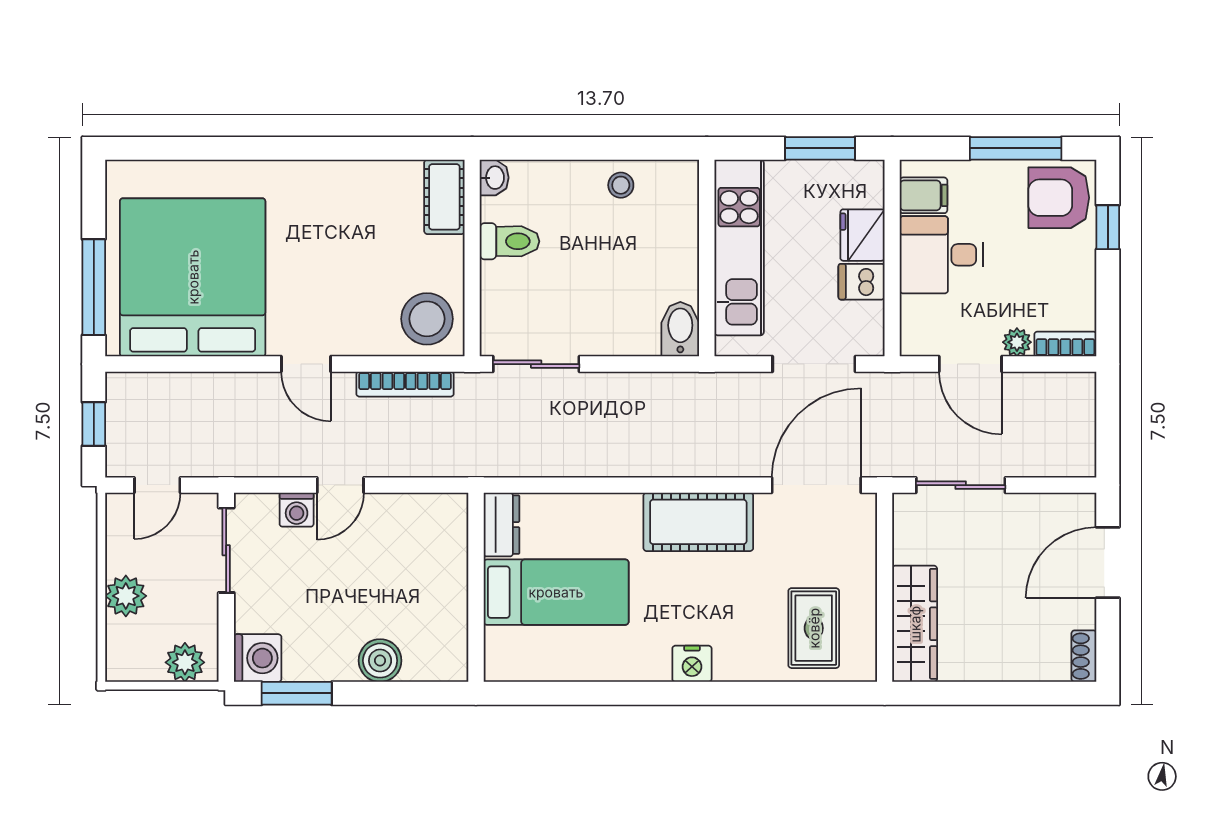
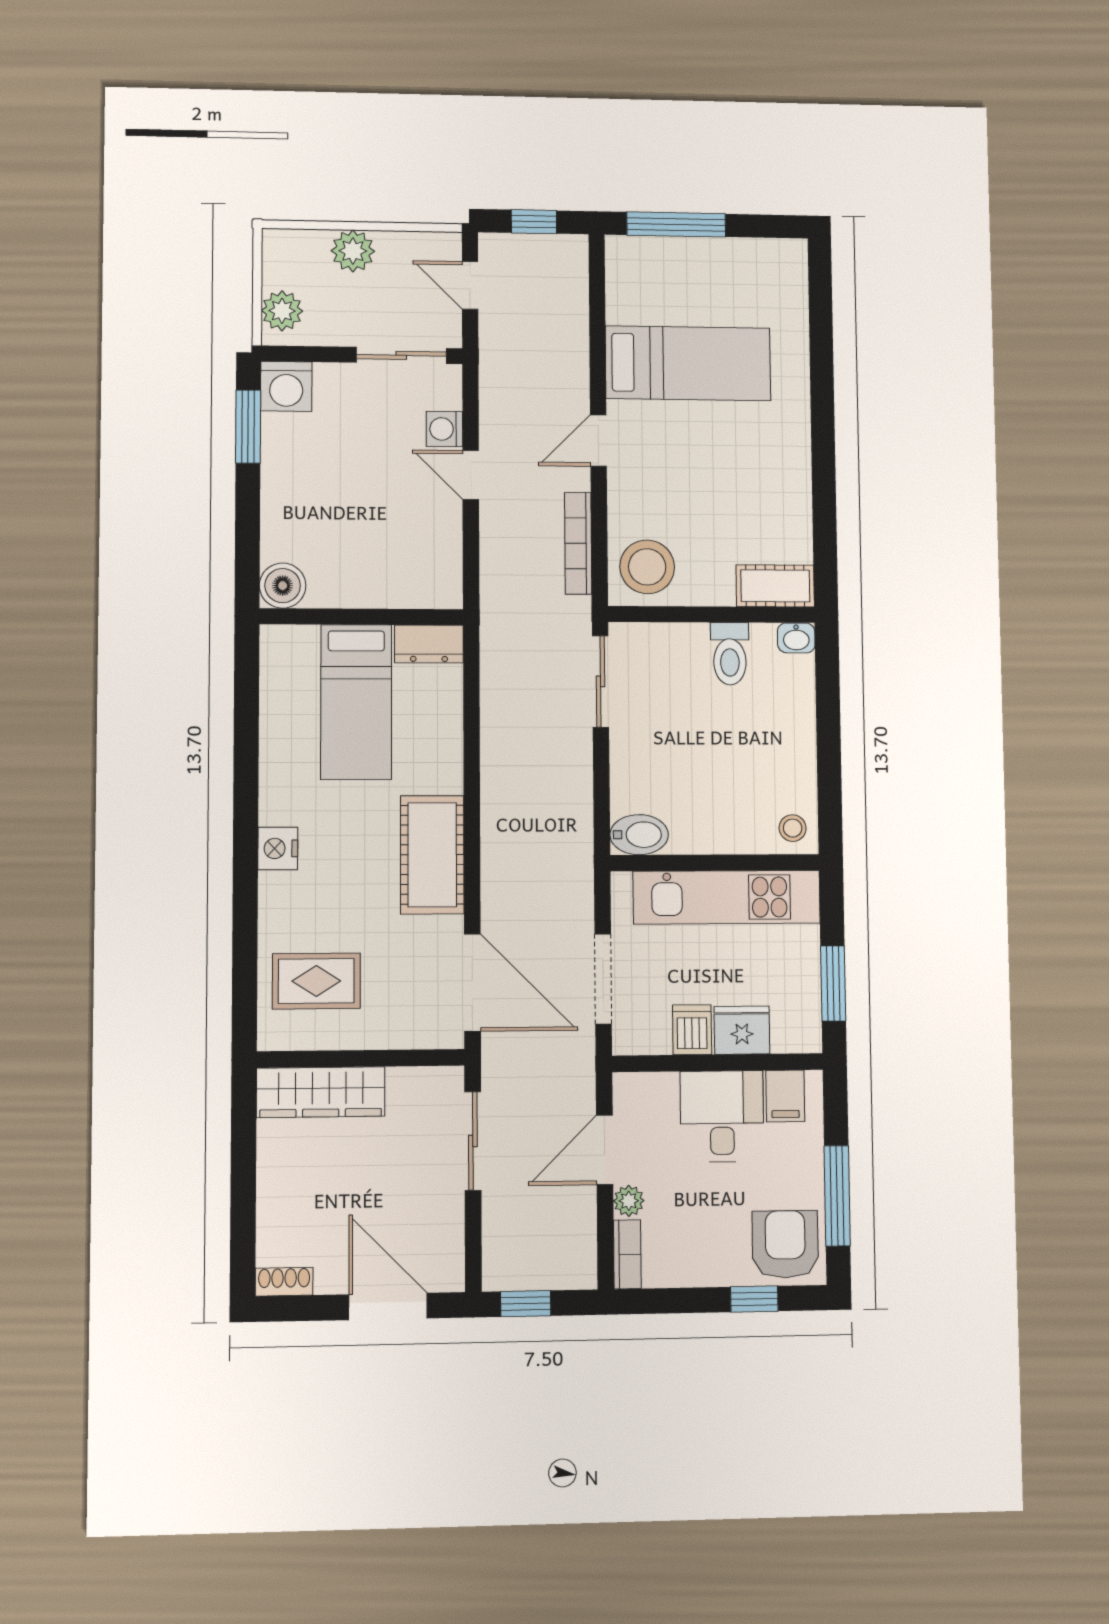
stool: (621, 185) -> (793, 828), moved
bed: (193, 277) -> (688, 363), width x0.49
window: (1108, 438) -> (526, 1304), added
boiler: (380, 661) -> (283, 586), moved

